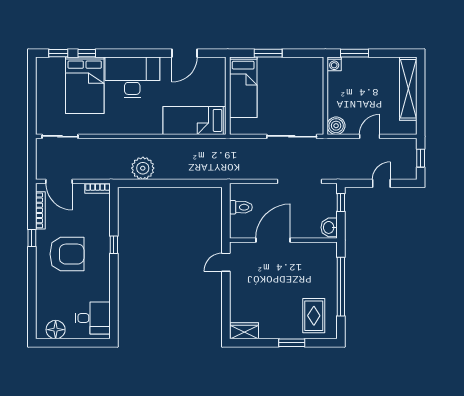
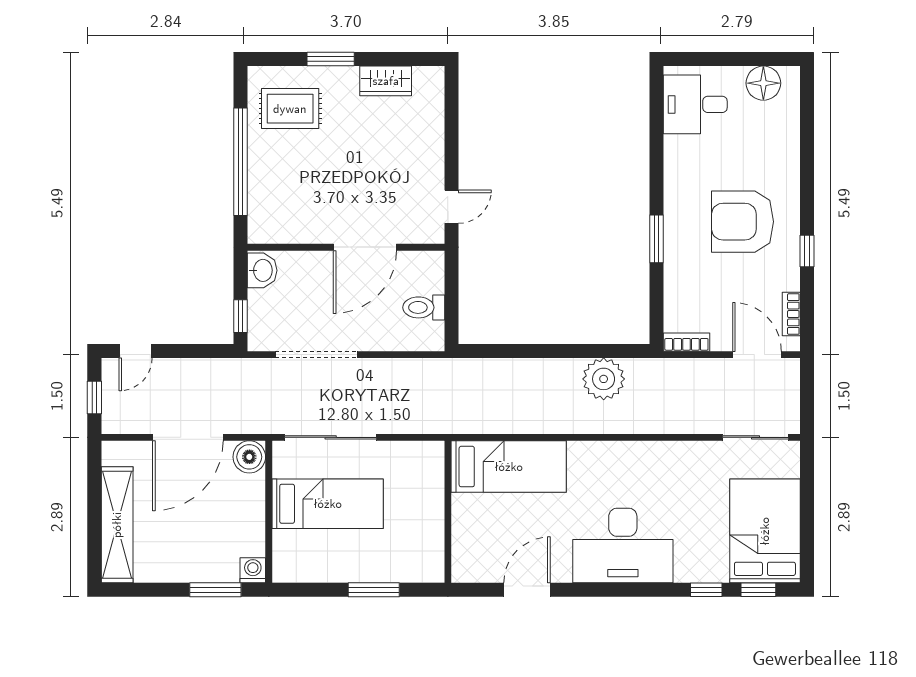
bed: (85, 85) -> (765, 531), moved
bed: (243, 87) -> (328, 504), moved, turned 90
door: (370, 136) -> (188, 437), width x1.87
door: (381, 183) -> (135, 351), moved
bookcase: (40, 210) -> (791, 314), width x0.64
window: (114, 245) -> (656, 239), width x1.50
rug: (314, 316) -> (290, 109), turned 90
wardrobe: (244, 331) -> (386, 81), moved

